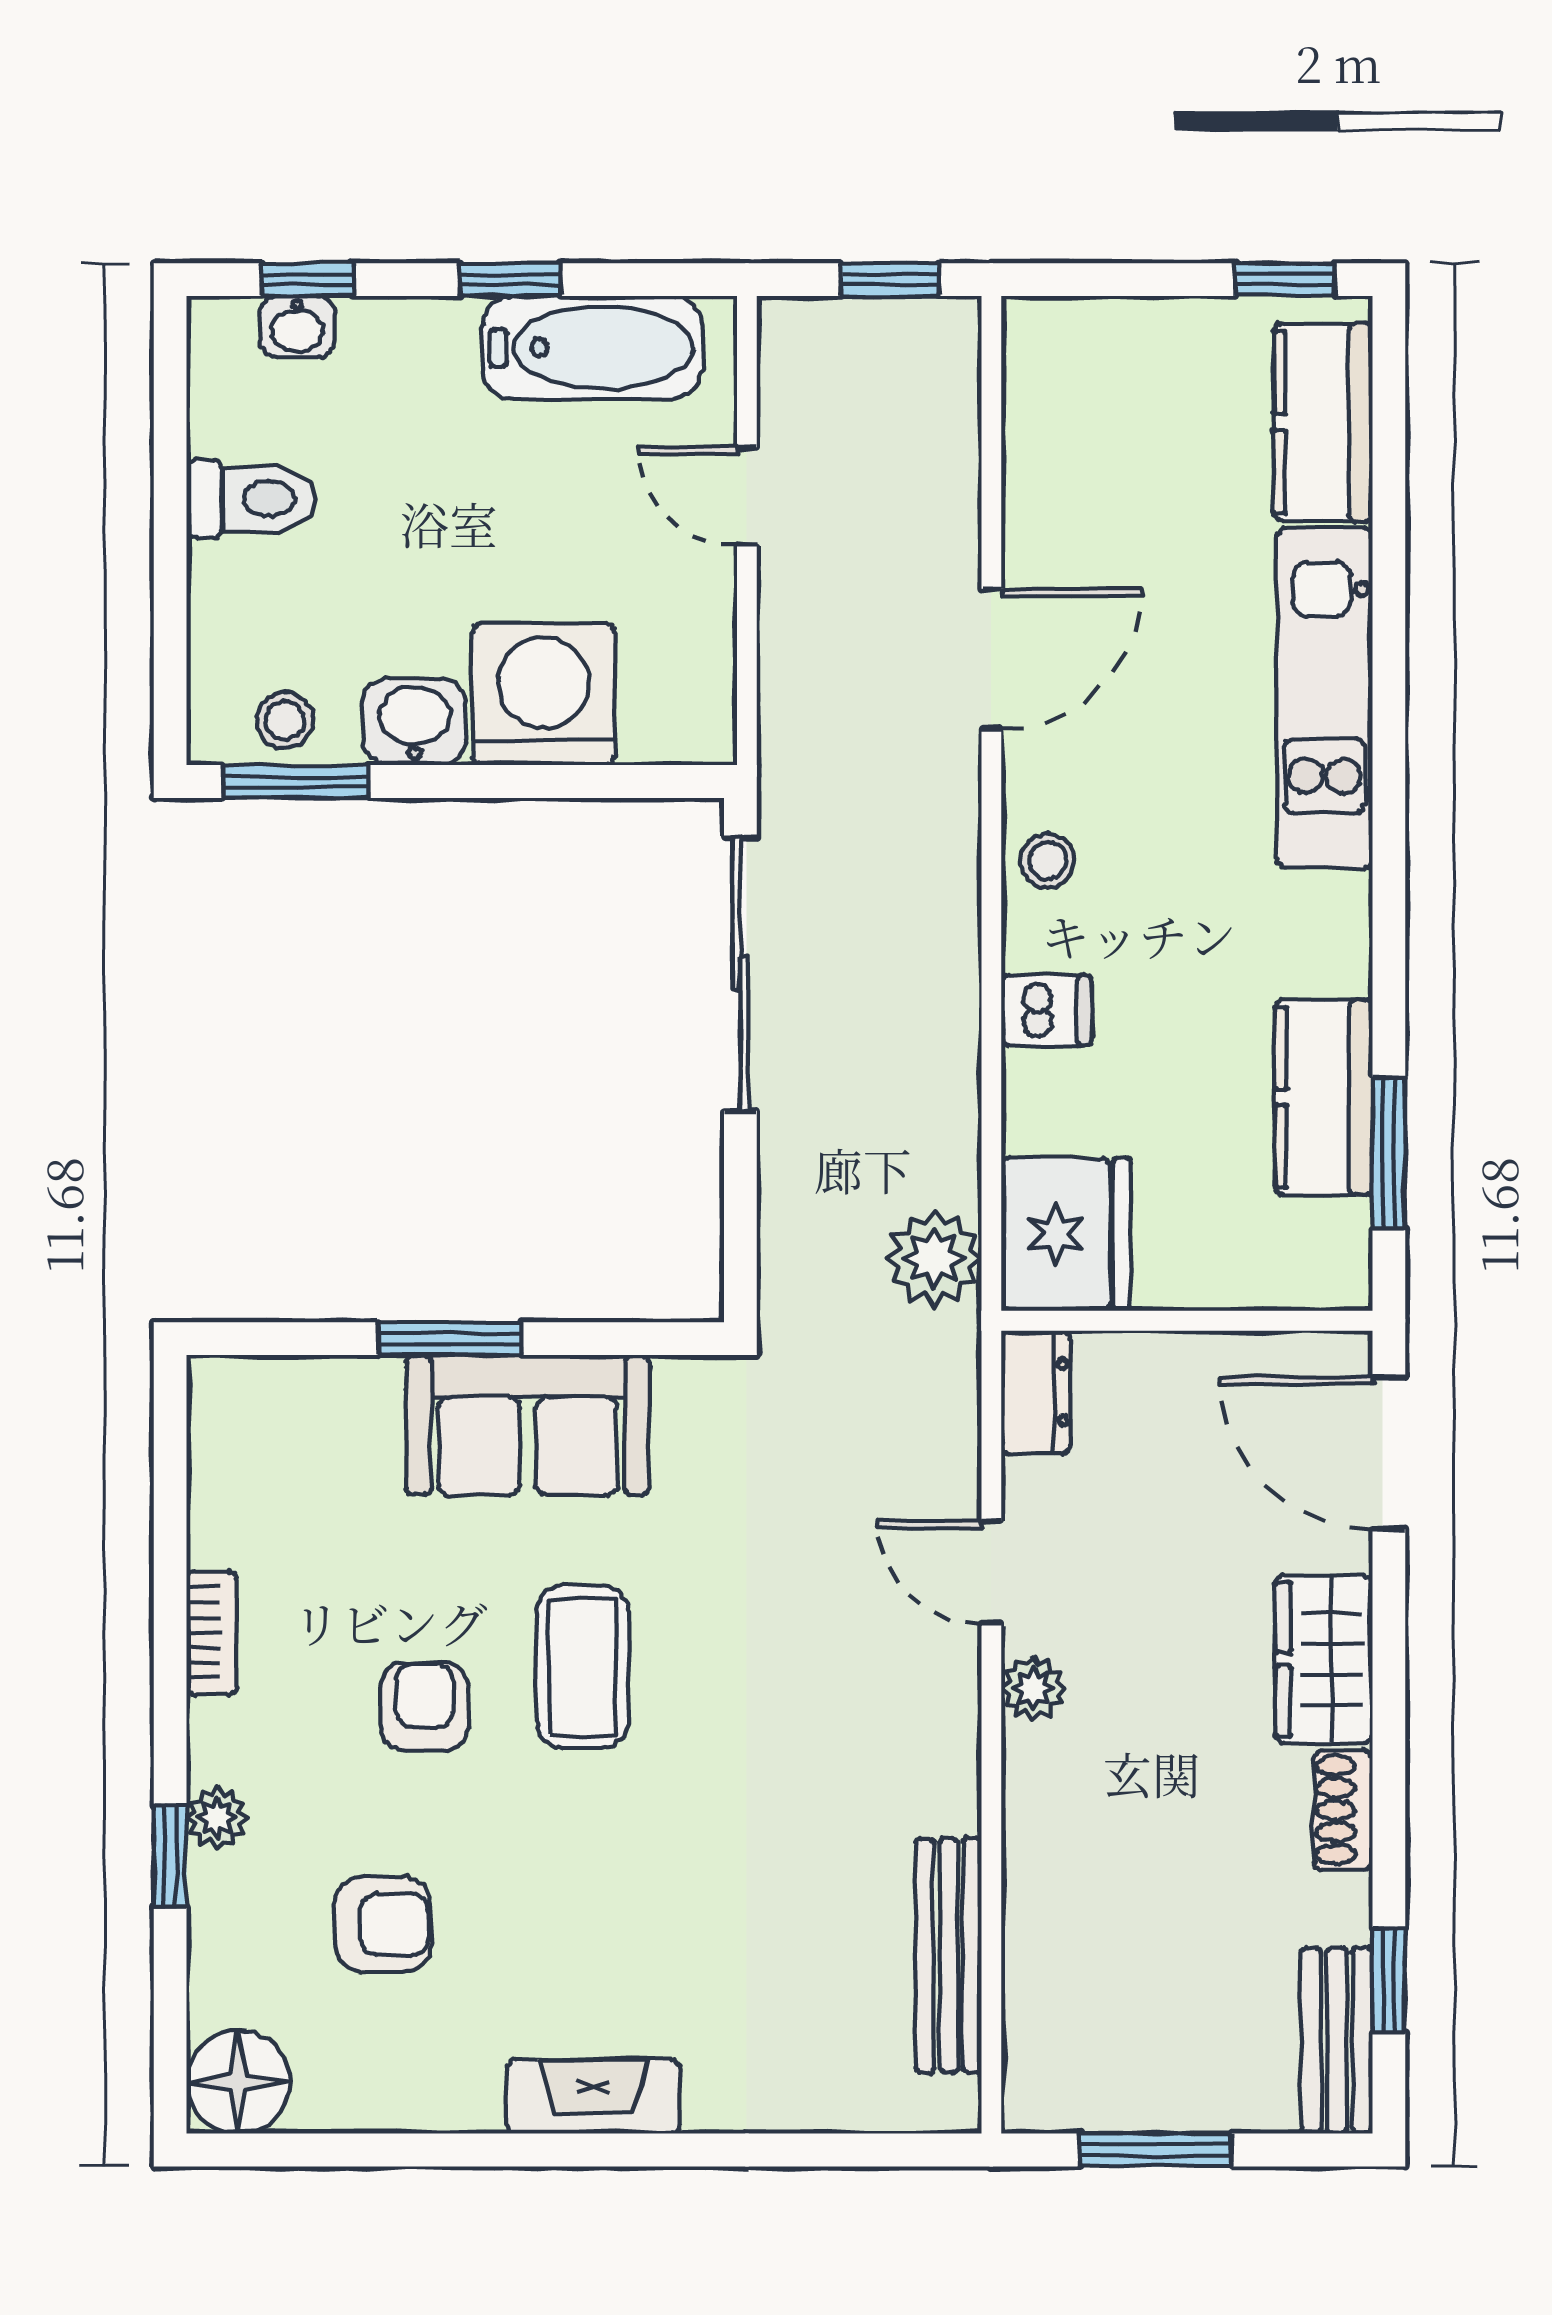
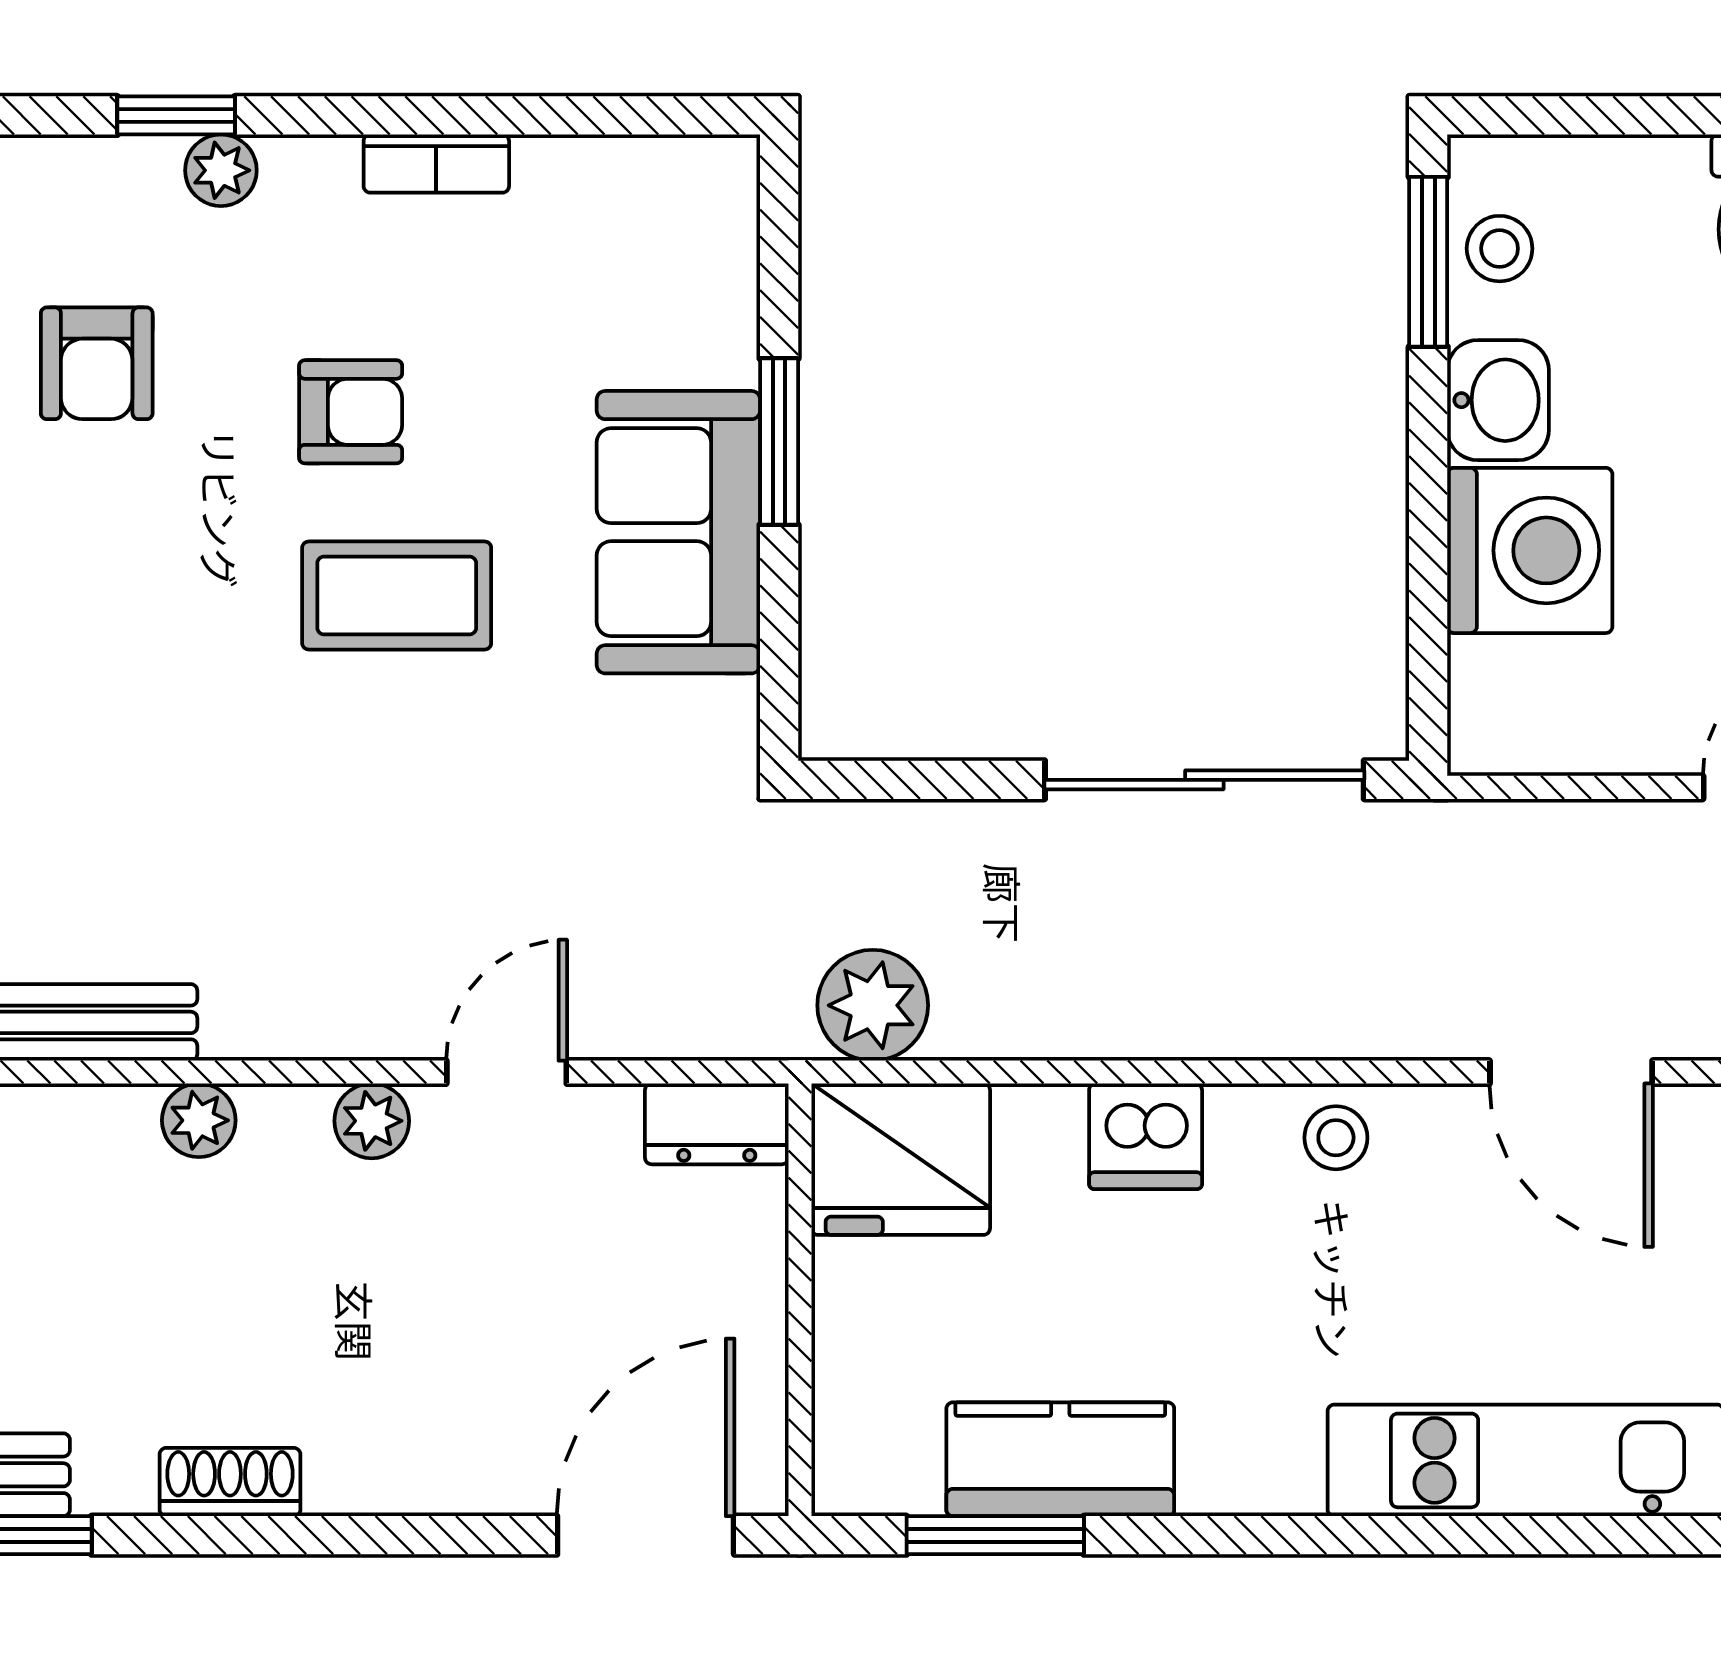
dishwasher: (1046, 1011) -> (1146, 1136), width x1.38
wardrobe: (1324, 1659) -> (406, 1460), removed
plant: (1033, 1837) -> (199, 1120), added

